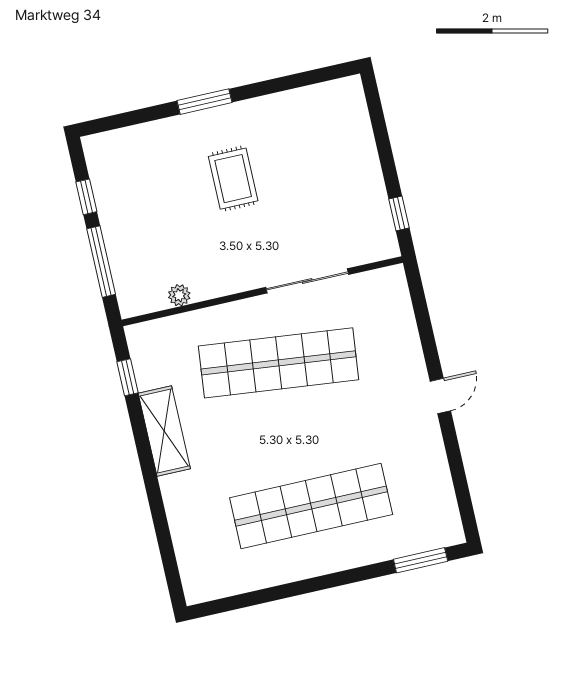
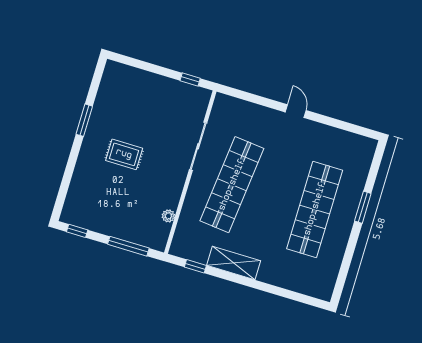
window: (205, 102) -> (84, 120), moved
window: (86, 197) -> (77, 231), moved
window: (421, 560) -> (363, 207), moved

